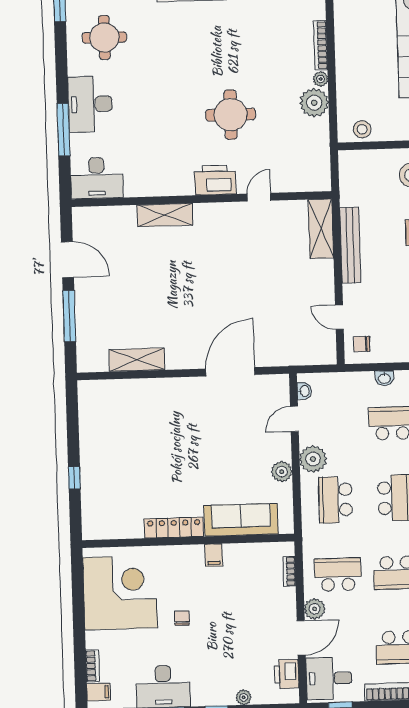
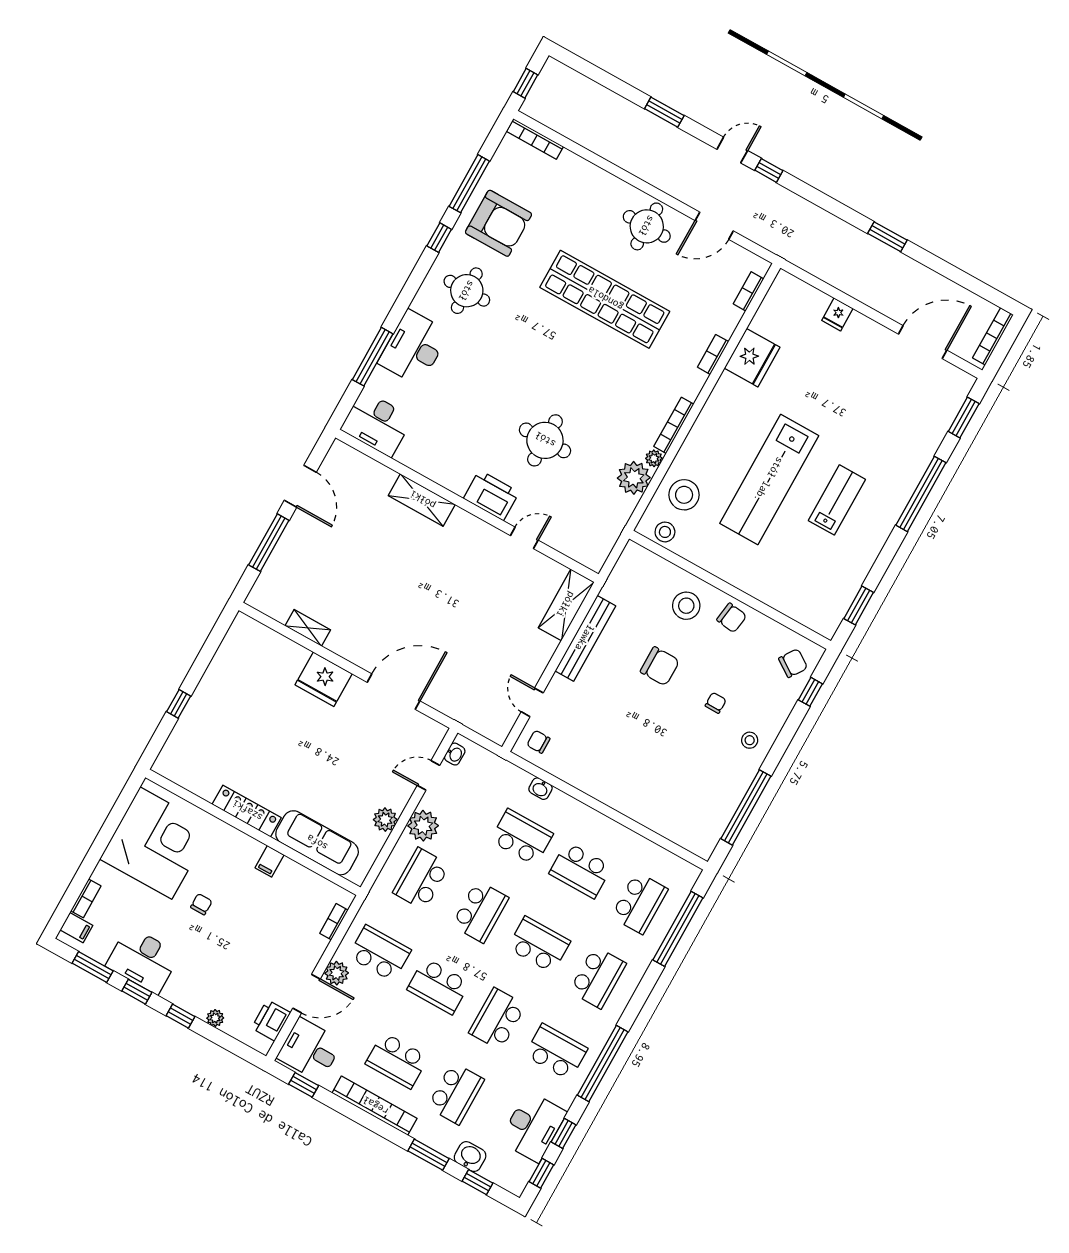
stool: (360, 93) -> (684, 495), added
shelving: (137, 360) -> (308, 628), width x0.67, depth x0.75
fridge: (172, 394) -> (324, 679), added

